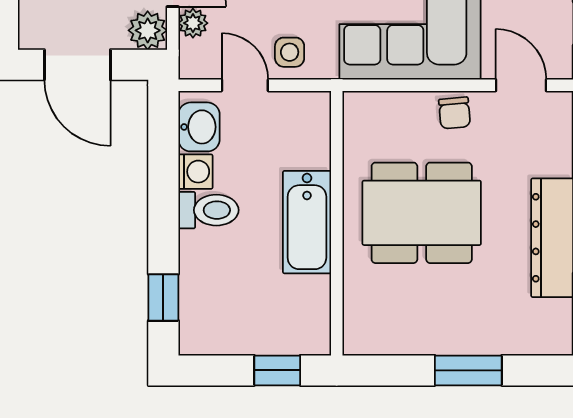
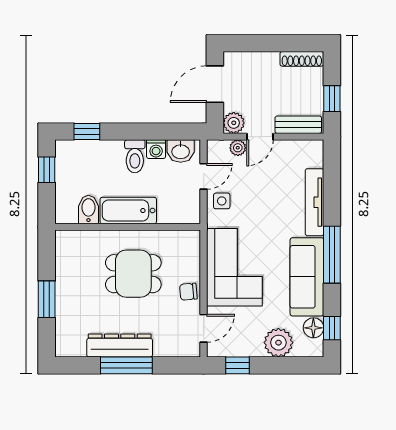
dining table: (422, 213) -> (133, 274), width x0.73
bidet: (305, 294) -> (88, 209), added
window: (277, 370) -> (47, 170), moved

